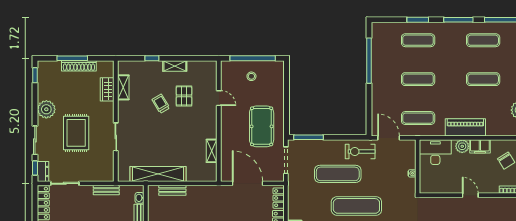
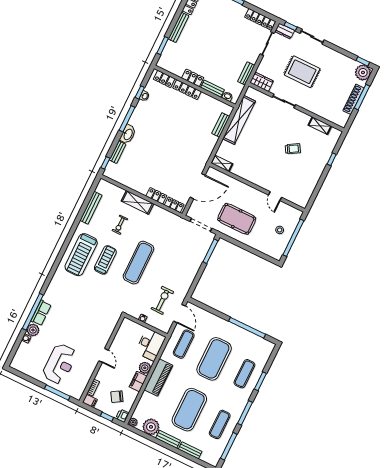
shelving: (175, 66) -> (317, 174), removed
exercise mat: (418, 79) -> (214, 359), width x2.00, depth x1.45
exercise mat: (483, 79) -> (189, 410), width x2.00, depth x1.45
wardrobe: (107, 89) -> (262, 82), moved
pallet: (184, 96) -> (290, 170), removed
door: (219, 98) -> (275, 196), hinge flipped
plant: (46, 109) -> (363, 72), moved
door: (389, 138) -> (179, 314), hinge flipped
shelving: (212, 151) -> (222, 163), moved
exercise bike: (360, 152) -> (162, 300), moved
exercise mat: (338, 174) -> (171, 260), removed
door: (470, 195) -> (103, 355), hinge flipped

